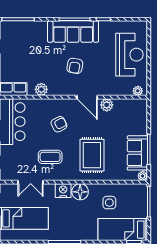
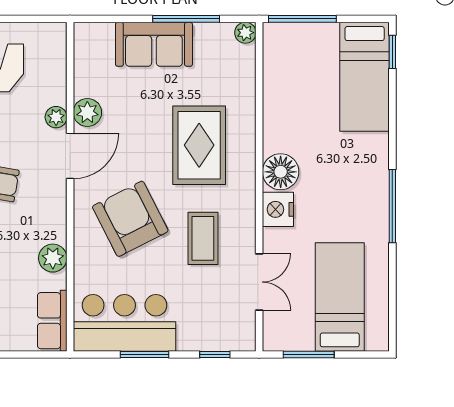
plant: (138, 91) -> (56, 117), moved
armchair: (59, 124) -> (130, 219), width x1.88, depth x1.88
sofa: (137, 153) -> (154, 44), moved
rug: (92, 155) -> (199, 145), turned 90
side table: (109, 203) -> (305, 107), removed

